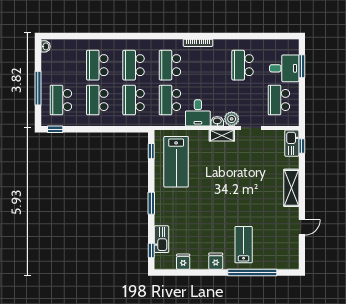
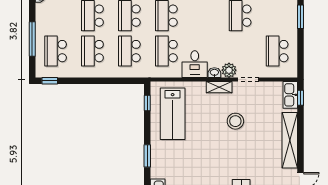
desk: (284, 68) -> (282, 19), removed
stool: (238, 169) -> (235, 121), added
shelving: (291, 188) -> (290, 140), width x1.47

